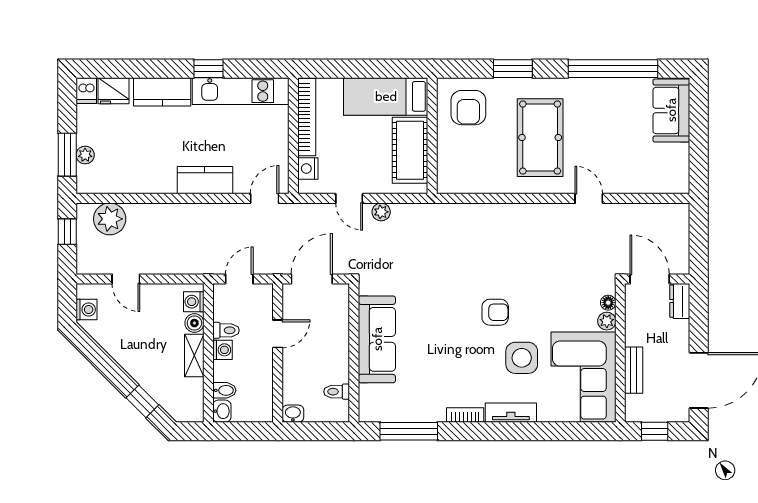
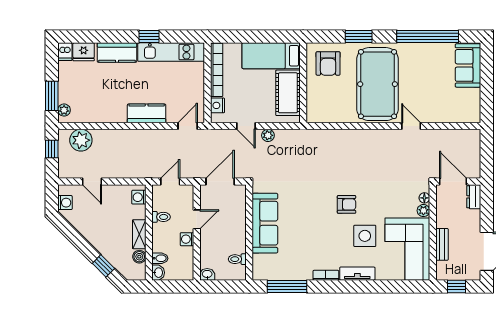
pool table: (540, 138) -> (378, 84), width x1.36, depth x1.32
plant: (85, 155) -> (64, 110), moved
boiler: (194, 323) -> (139, 257), moved
washing machine: (222, 350) -> (187, 239), moved, turned 180

